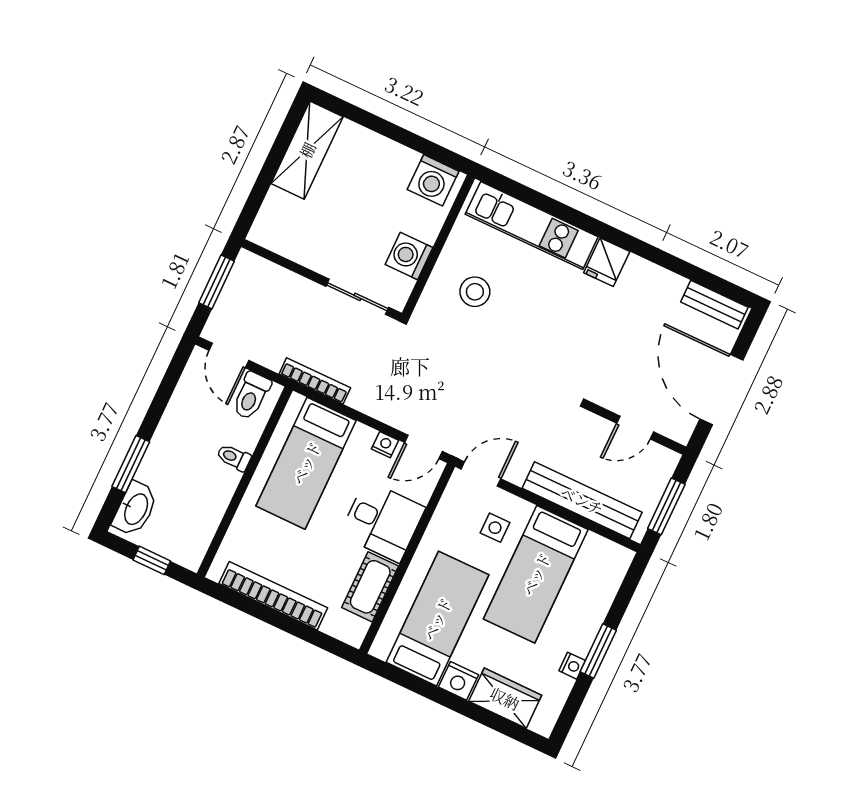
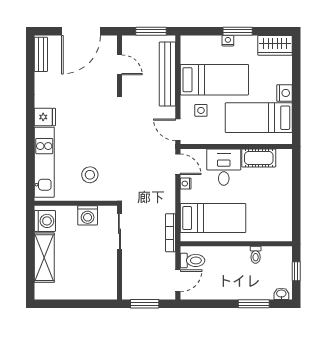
shelving: (307, 150) -> (44, 258), moved, turned 90
toilet: (234, 457) -> (256, 255), moved
washbasin: (135, 509) -> (281, 294), width x0.52, depth x0.69
bookcase: (273, 596) -> (286, 203), removed
nightstand: (572, 666) -> (228, 41), moved
wardrobe: (505, 698) -> (275, 45), moved, turned -90

